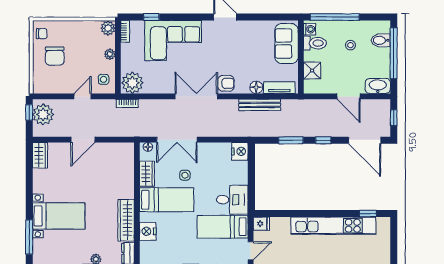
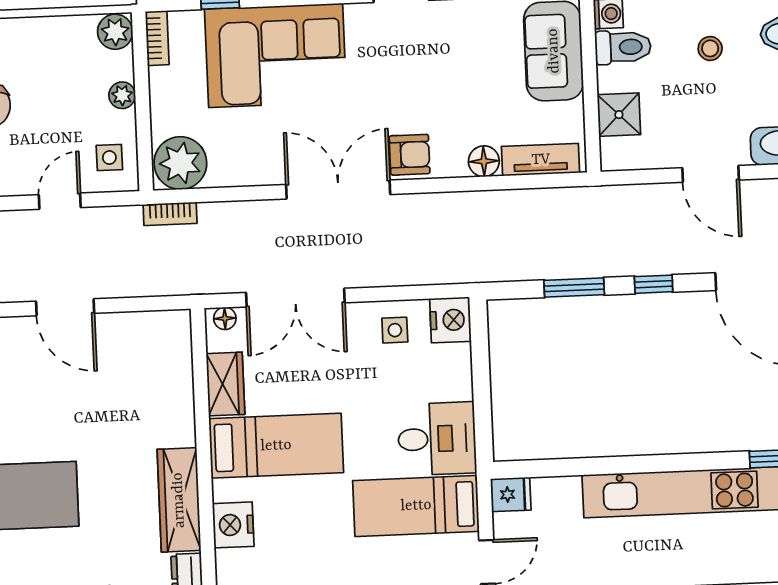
bench: (260, 105) -> (494, 204), removed
door: (83, 140) -> (65, 307), hinge flipped
side table: (185, 175) -> (395, 330), moved

